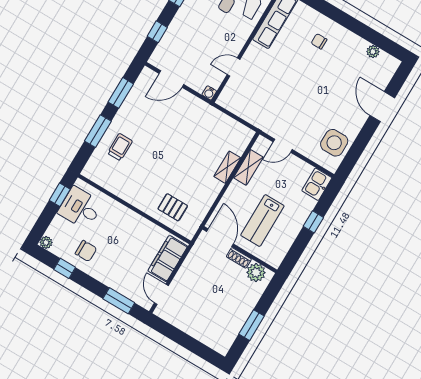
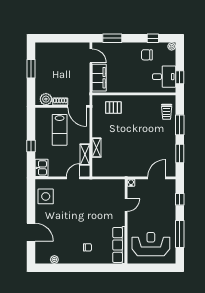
trolley: (120, 147) -> (167, 112), moved
lab bench: (262, 221) -> (60, 130), turned 180

